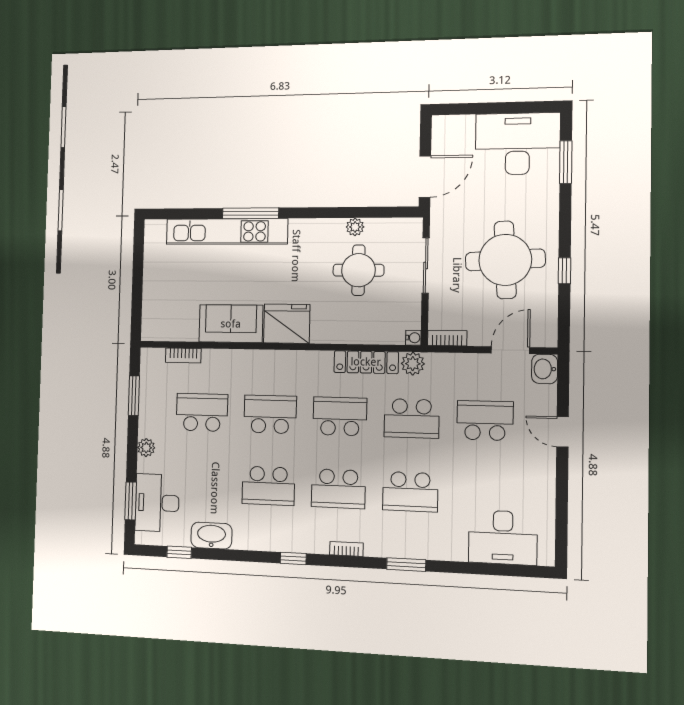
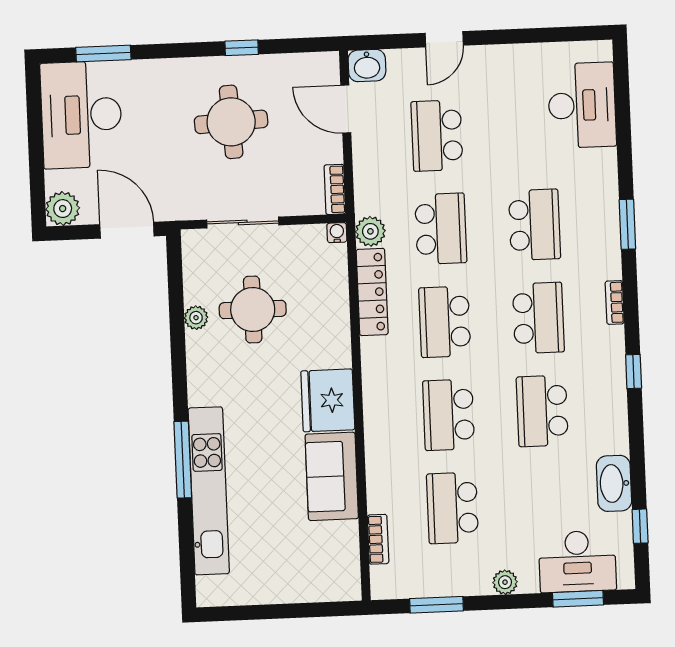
plant: (445, 128) -> (63, 209), added
round table: (505, 260) -> (231, 122), width x0.73, depth x0.73
school desk: (268, 486) -> (542, 411), turned 180

